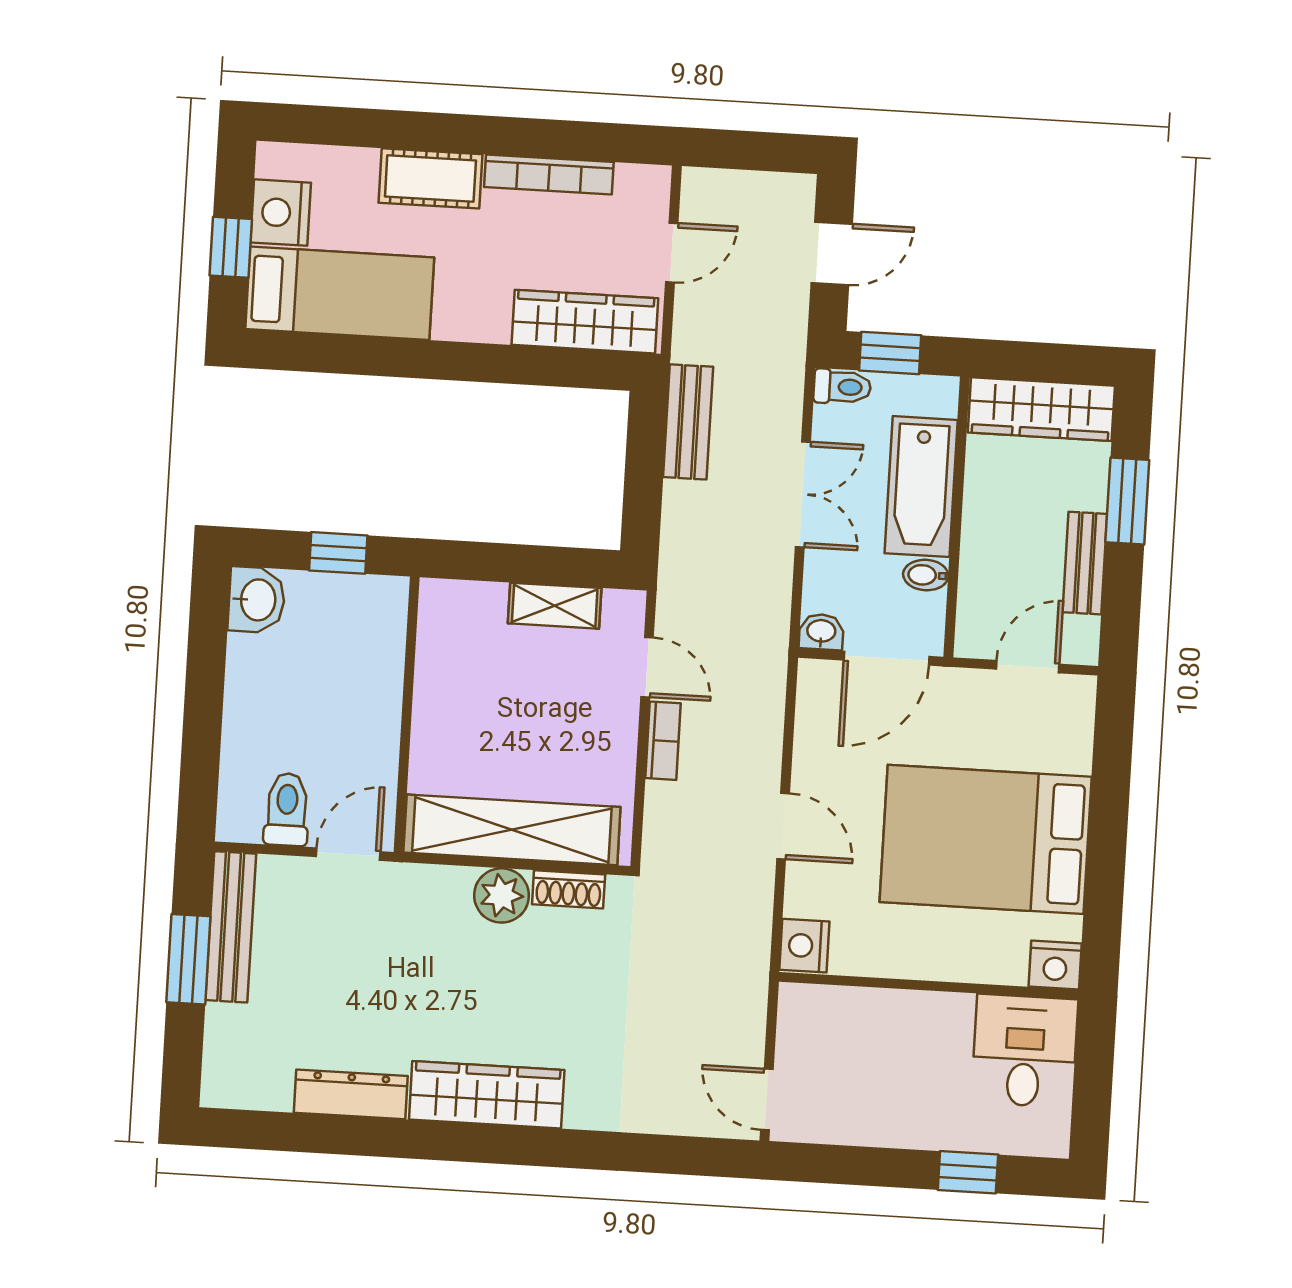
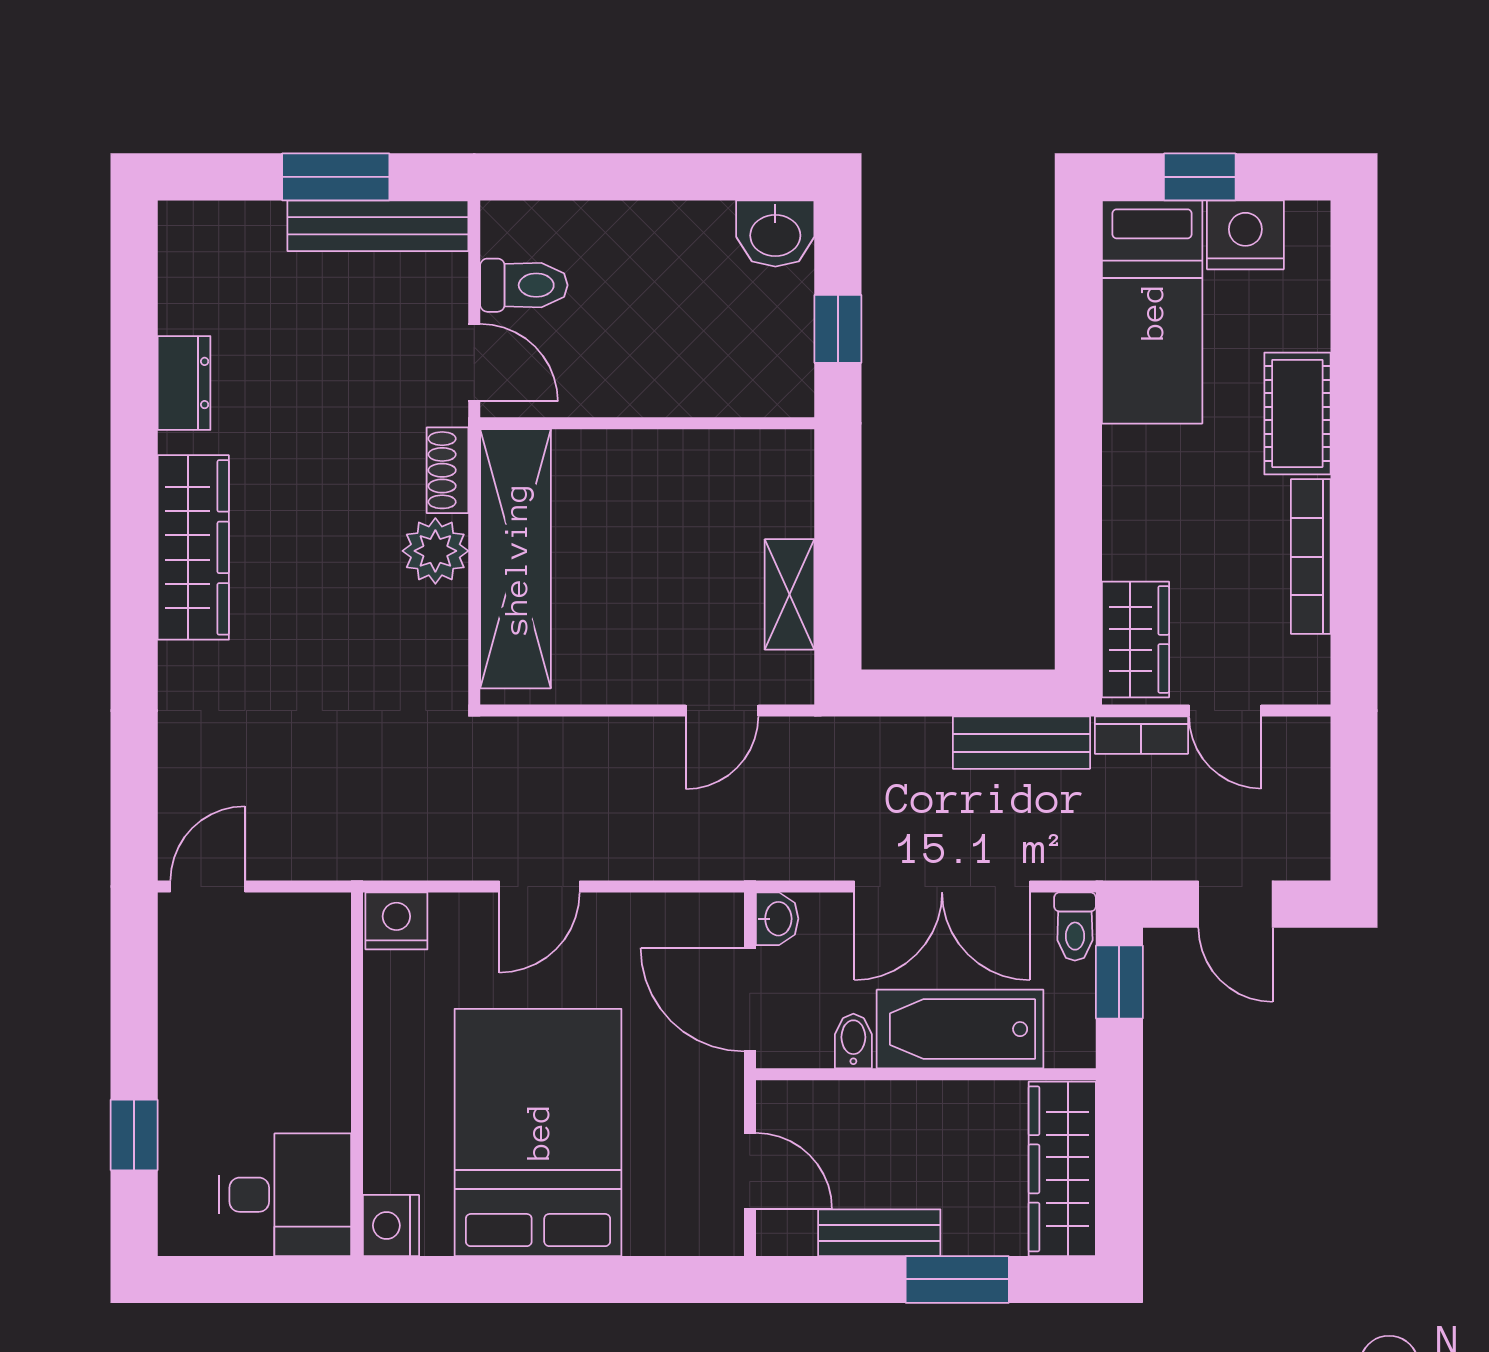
wardrobe: (585, 322) -> (1135, 639), width x0.67
double door: (803, 494) -> (942, 887), width x1.37
bookcase: (663, 741) -> (1141, 735), moved
shoe rack: (569, 889) -> (448, 470), moved
dresser: (351, 1094) -> (184, 383), width x0.70

